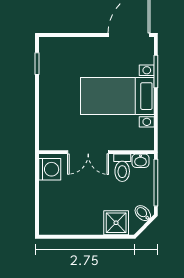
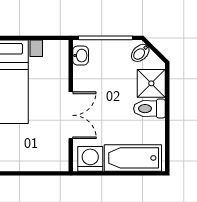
toilet: (122, 168) -> (149, 109), moved, turned 180
bathtub: (51, 207) -> (133, 158), added

